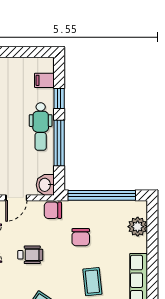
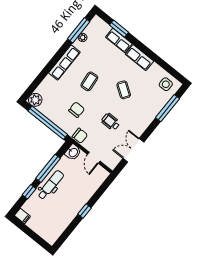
filing cabinet: (44, 80) -> (22, 216), moved
door: (16, 198) -> (94, 158), swing flipped
plant: (138, 227) -> (35, 100), moved

